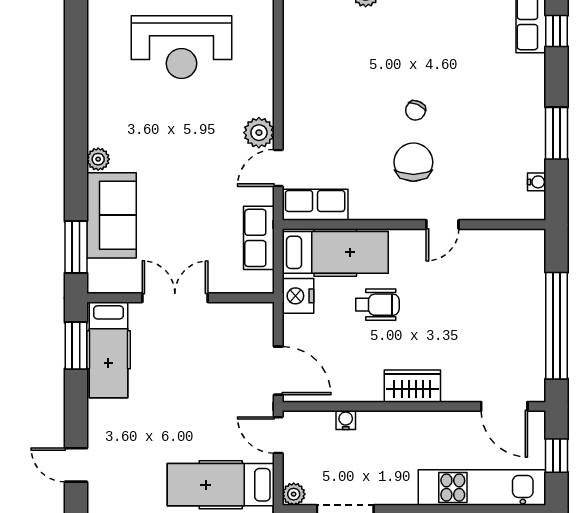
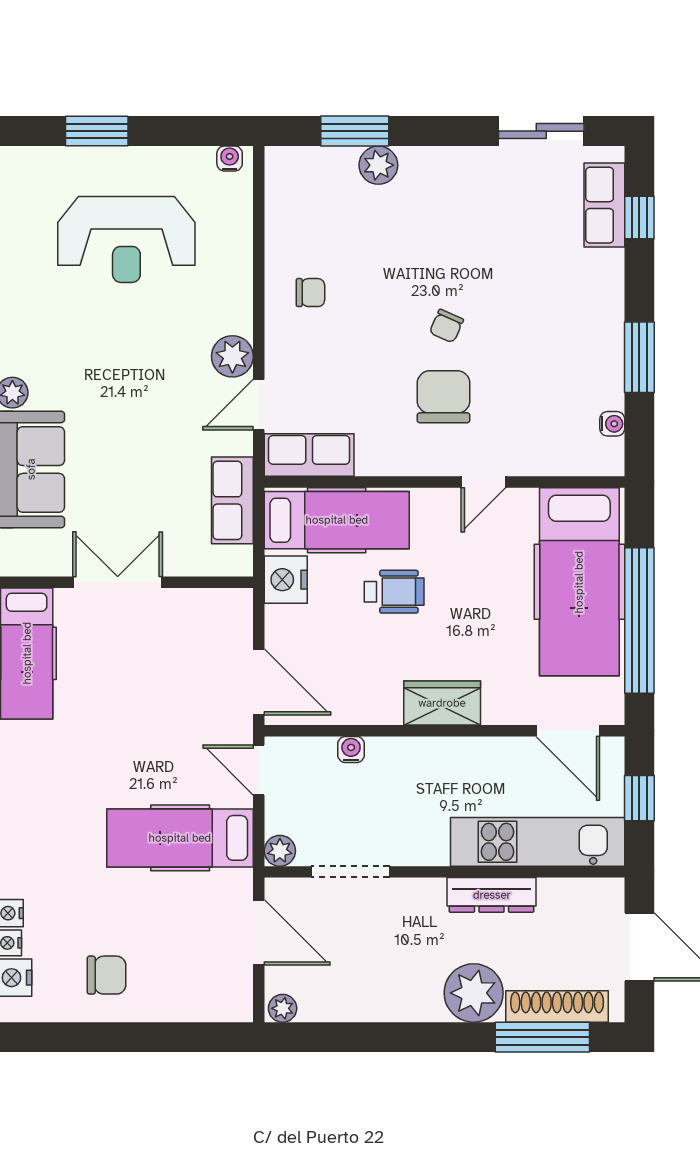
chair: (316, 86) -> (310, 293), added
hospital bed: (513, 297) -> (579, 582), added

